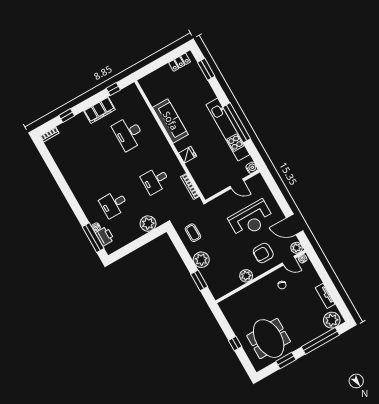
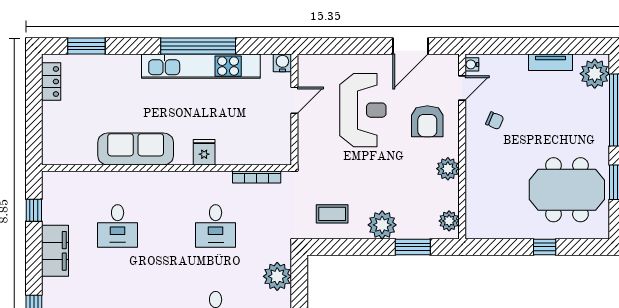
desk: (129, 133) -> (118, 226), width x0.73
plant: (297, 248) -> (449, 221), moved

